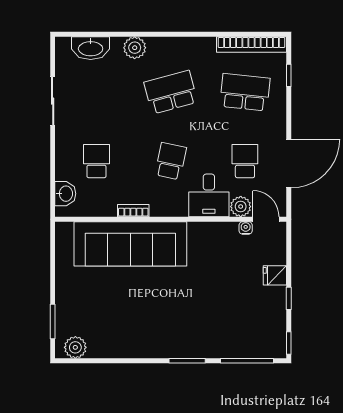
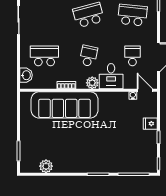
school desk: (96, 161) -> (44, 56), width x1.85
plant: (241, 207) -> (92, 83), moved
plant: (75, 347) -> (46, 166), moved

